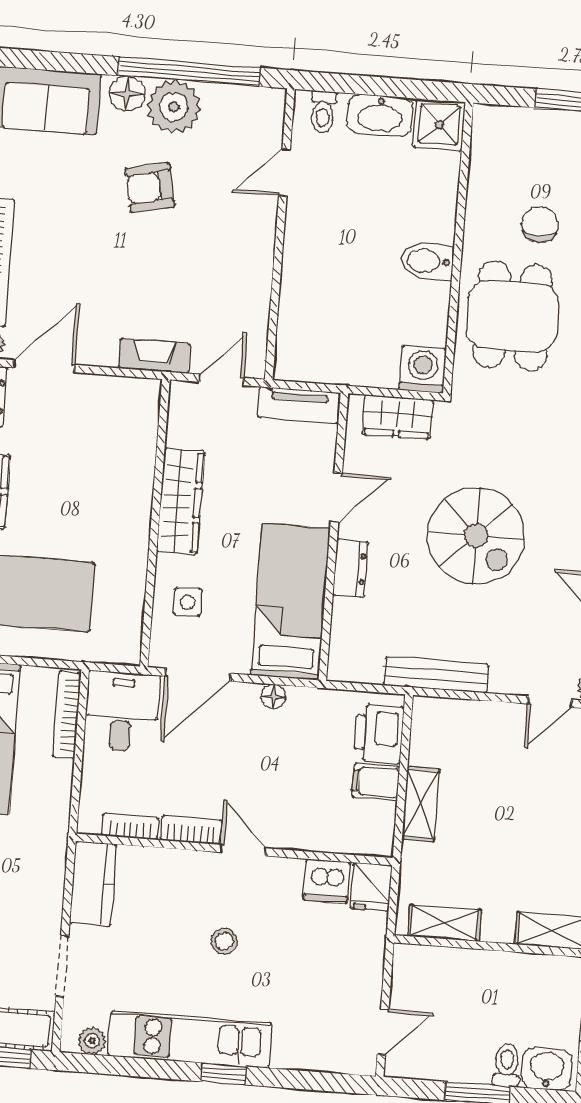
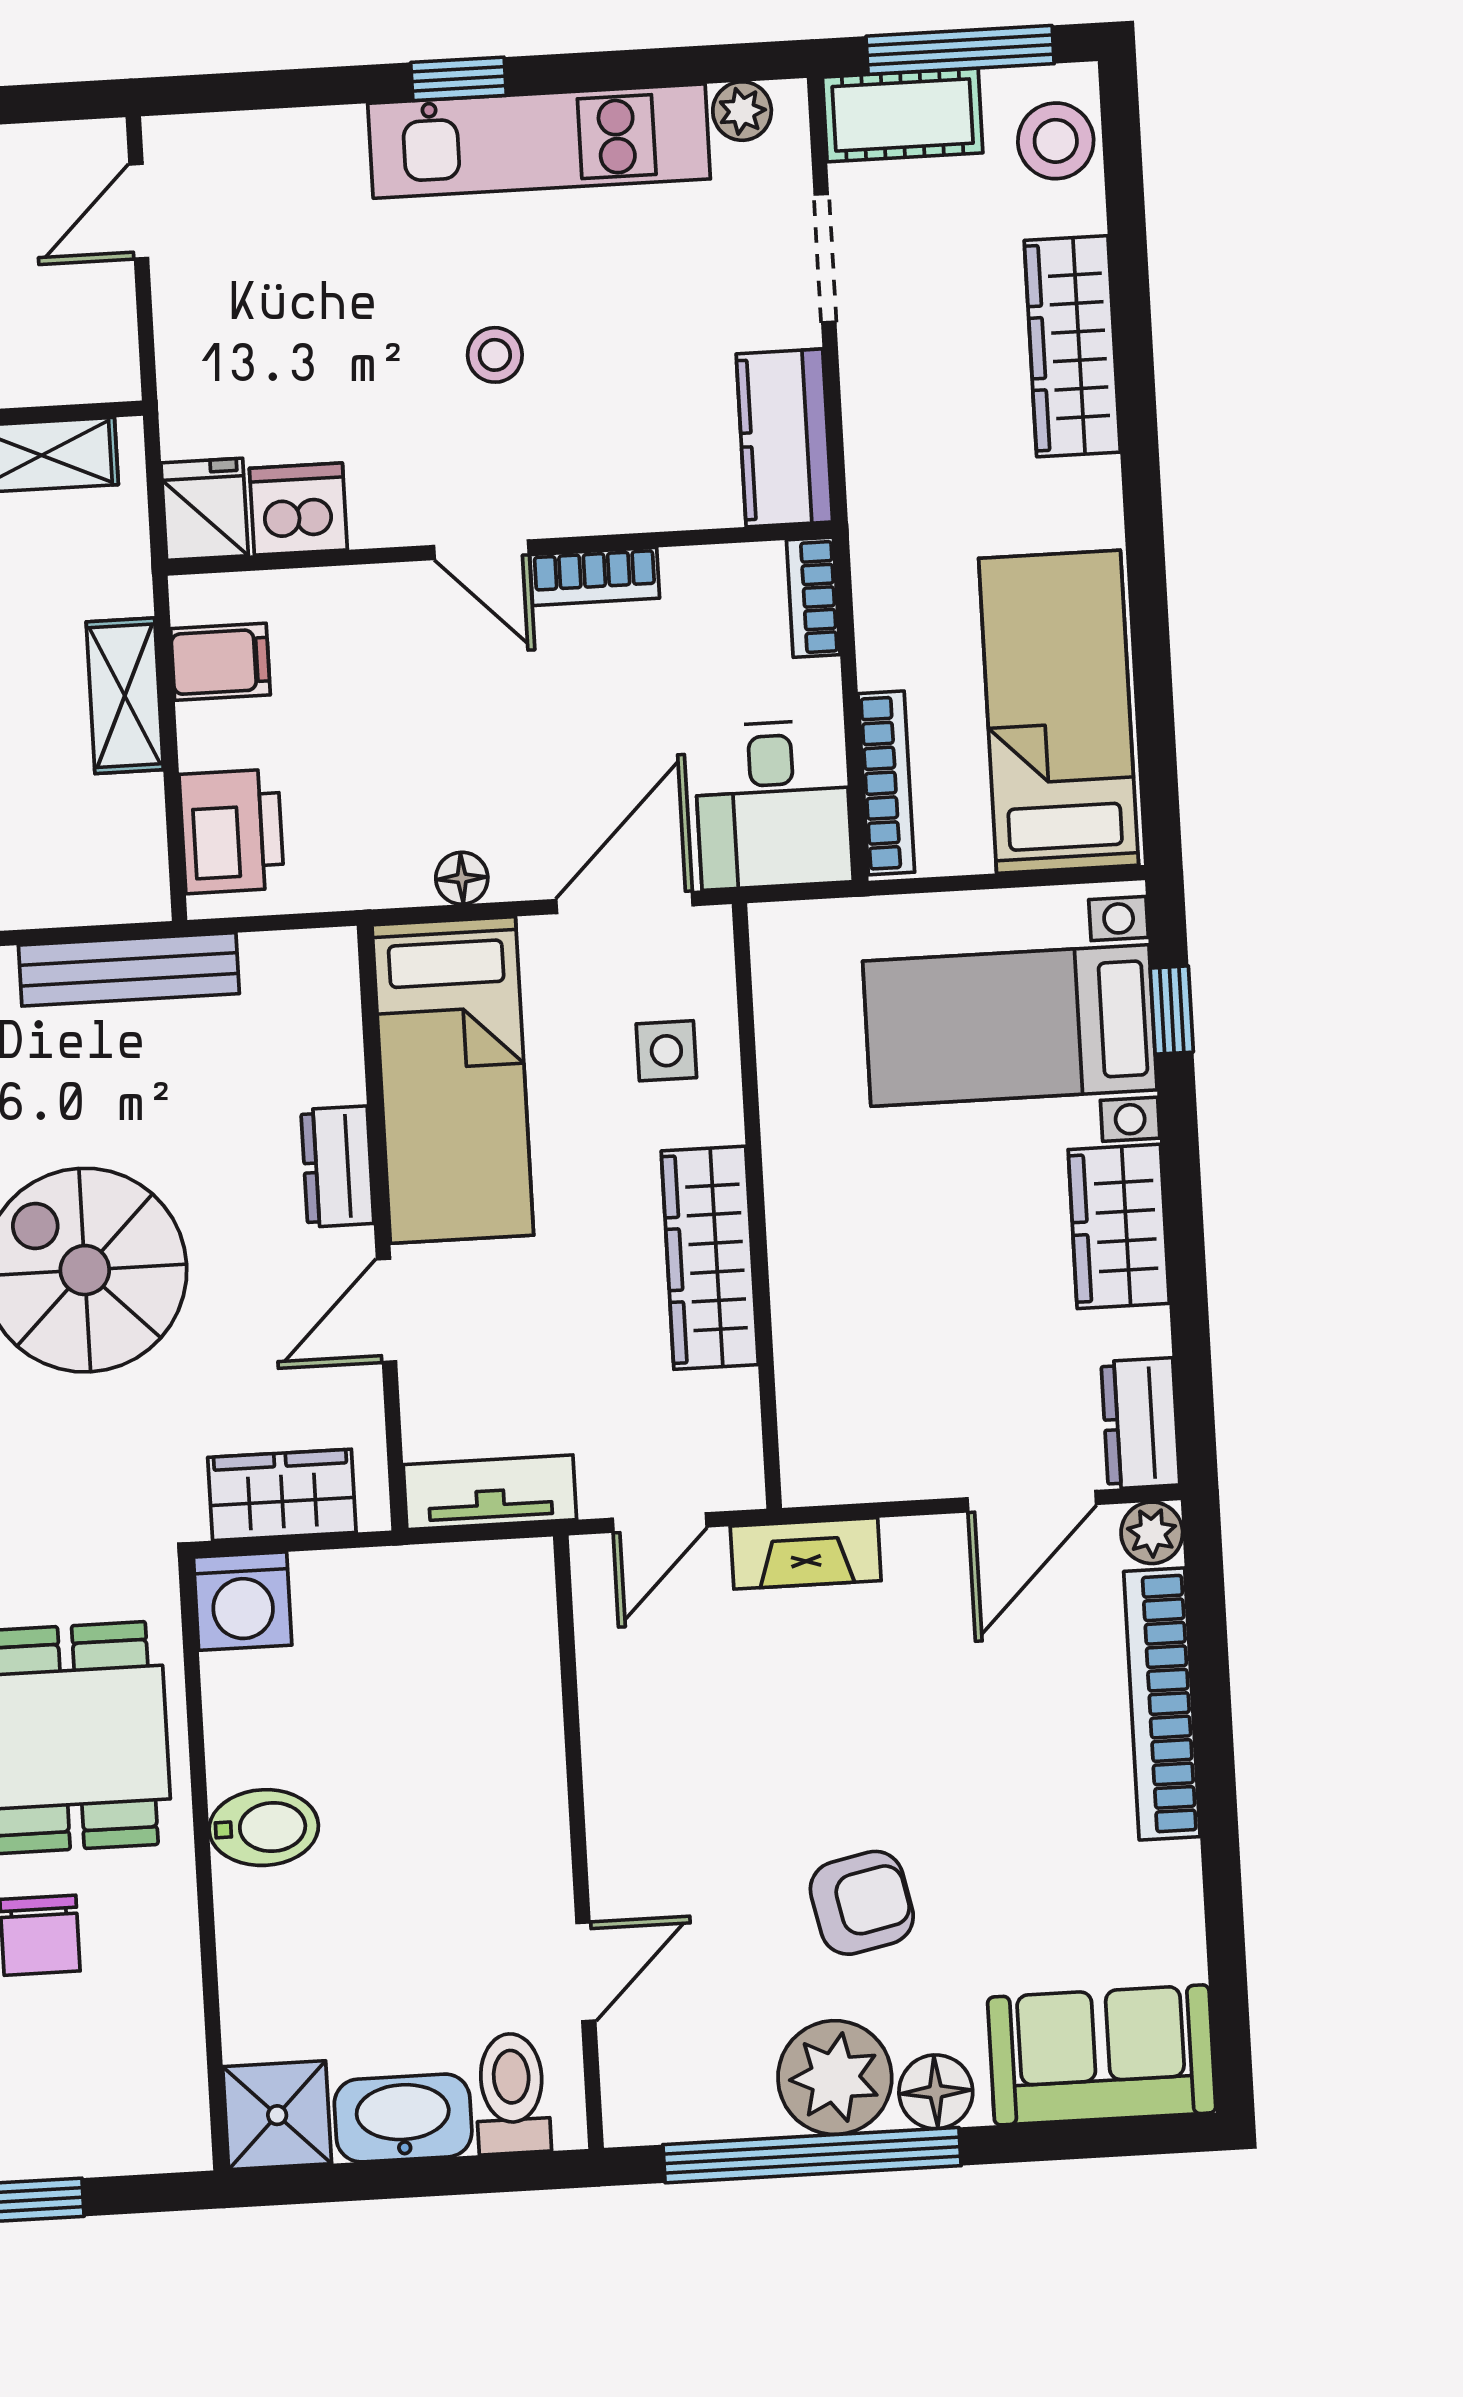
toilet: (323, 112) -> (512, 2093), width x1.37, depth x1.39
filing cabinet: (376, 782) -> (220, 662), moved
bookcase: (130, 827) -> (813, 597), moved, turned 90

